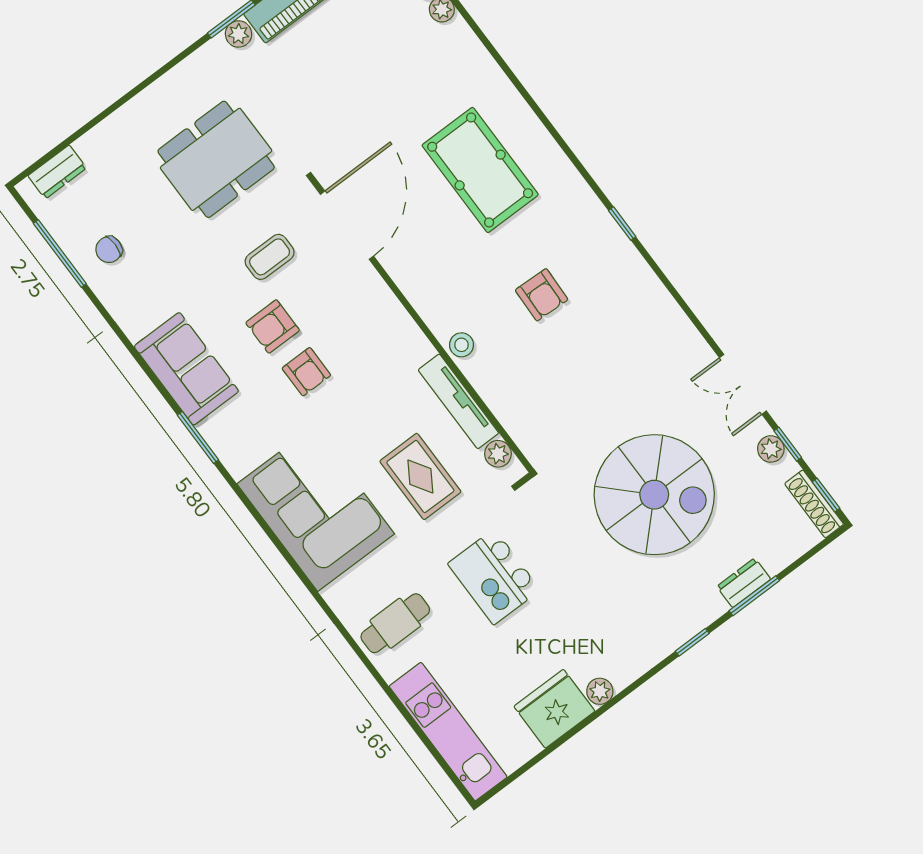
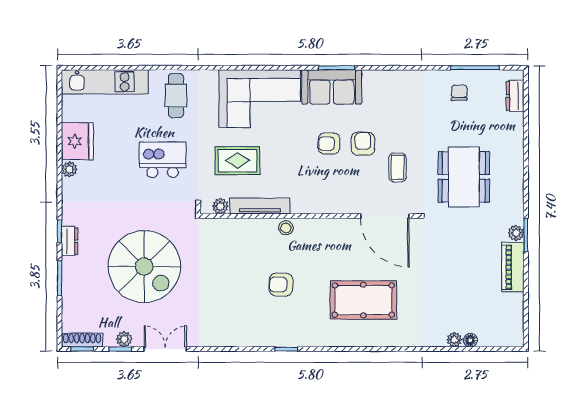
sofa: (186, 369) -> (332, 87), moved
spiral stairs: (654, 495) -> (144, 267), turned -90
dresser: (744, 583) -> (70, 241), moved

